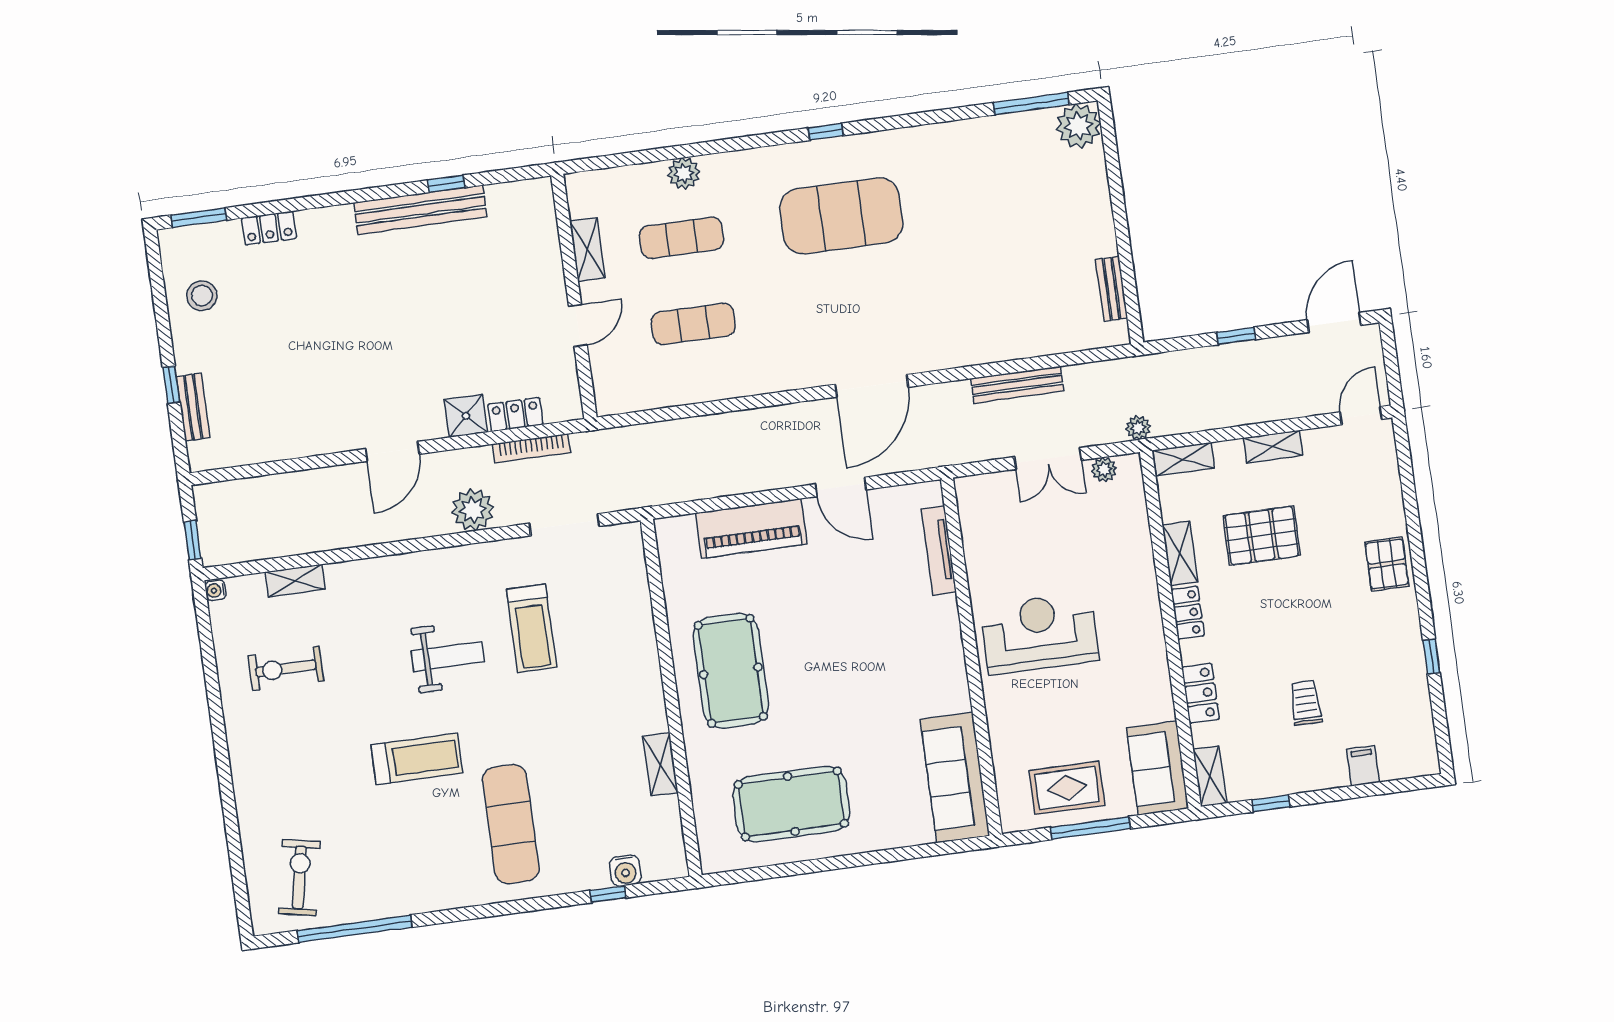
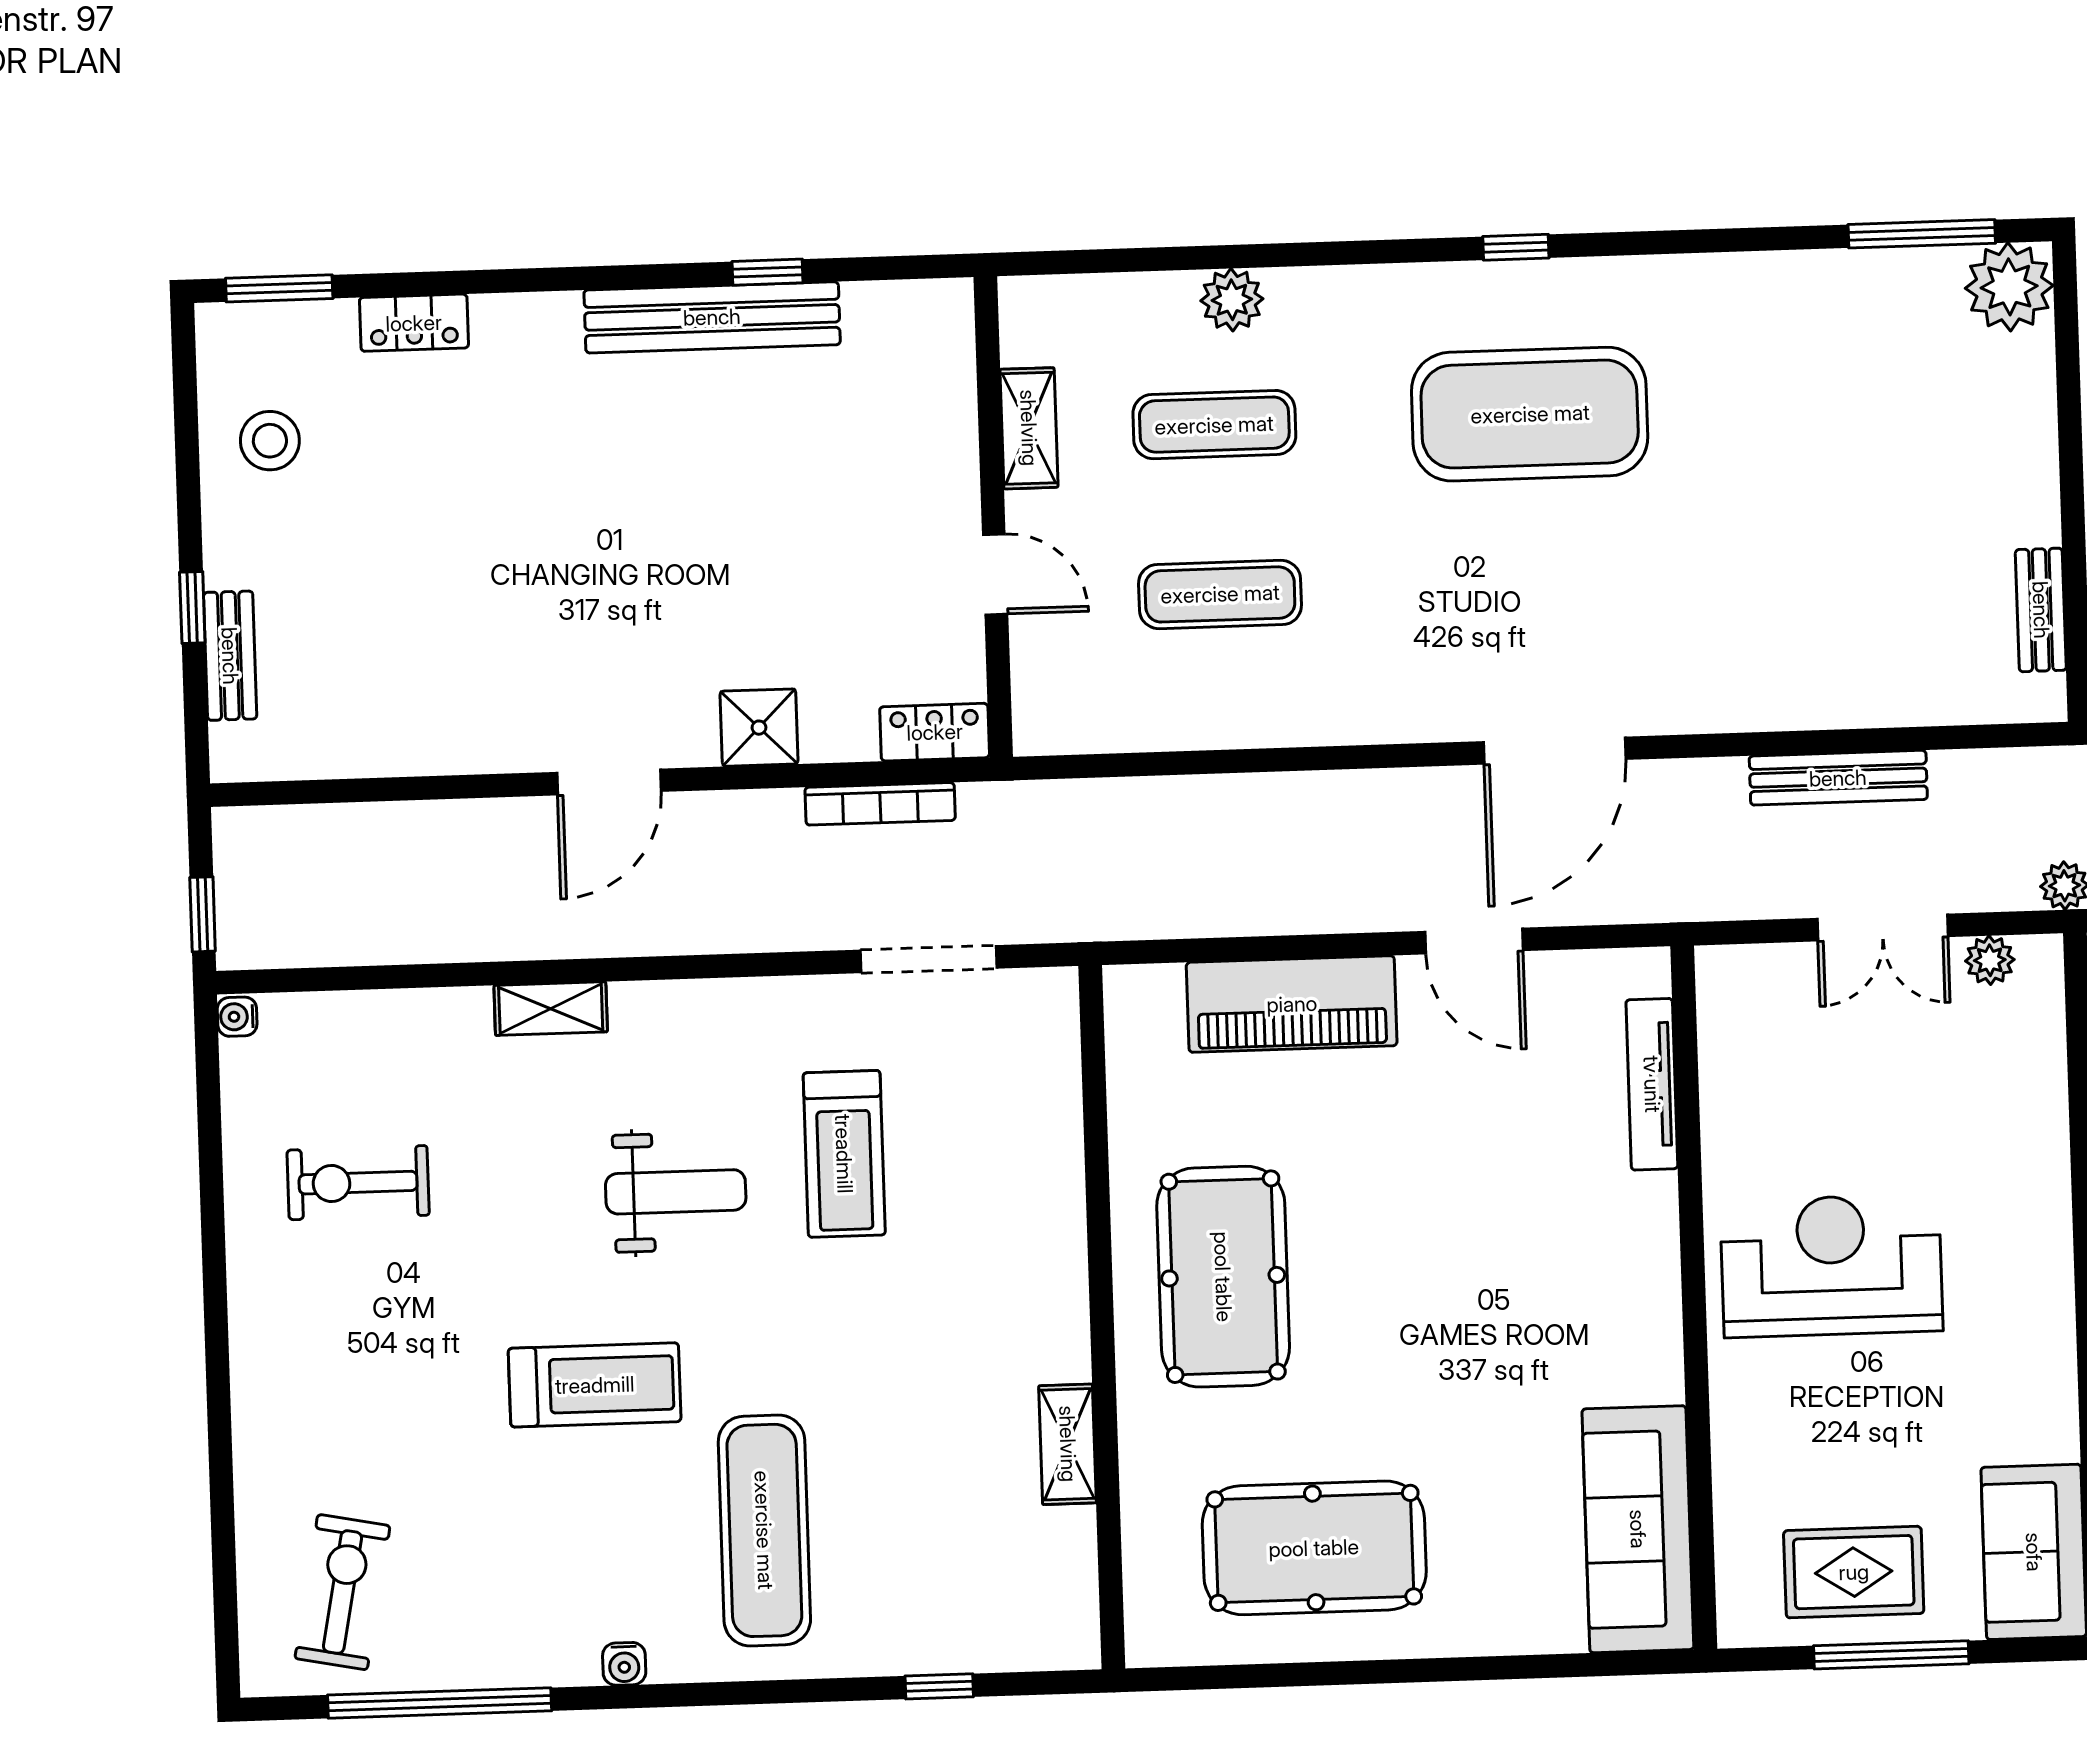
door: (578, 325) -> (995, 574), hinge flipped
locker: (515, 414) -> (935, 732), moved
plant: (473, 510) -> (754, 912), removed
shelving: (295, 581) -> (551, 1009), moved
water cooler: (625, 871) -> (624, 1664), moved, width x0.72, depth x0.72

